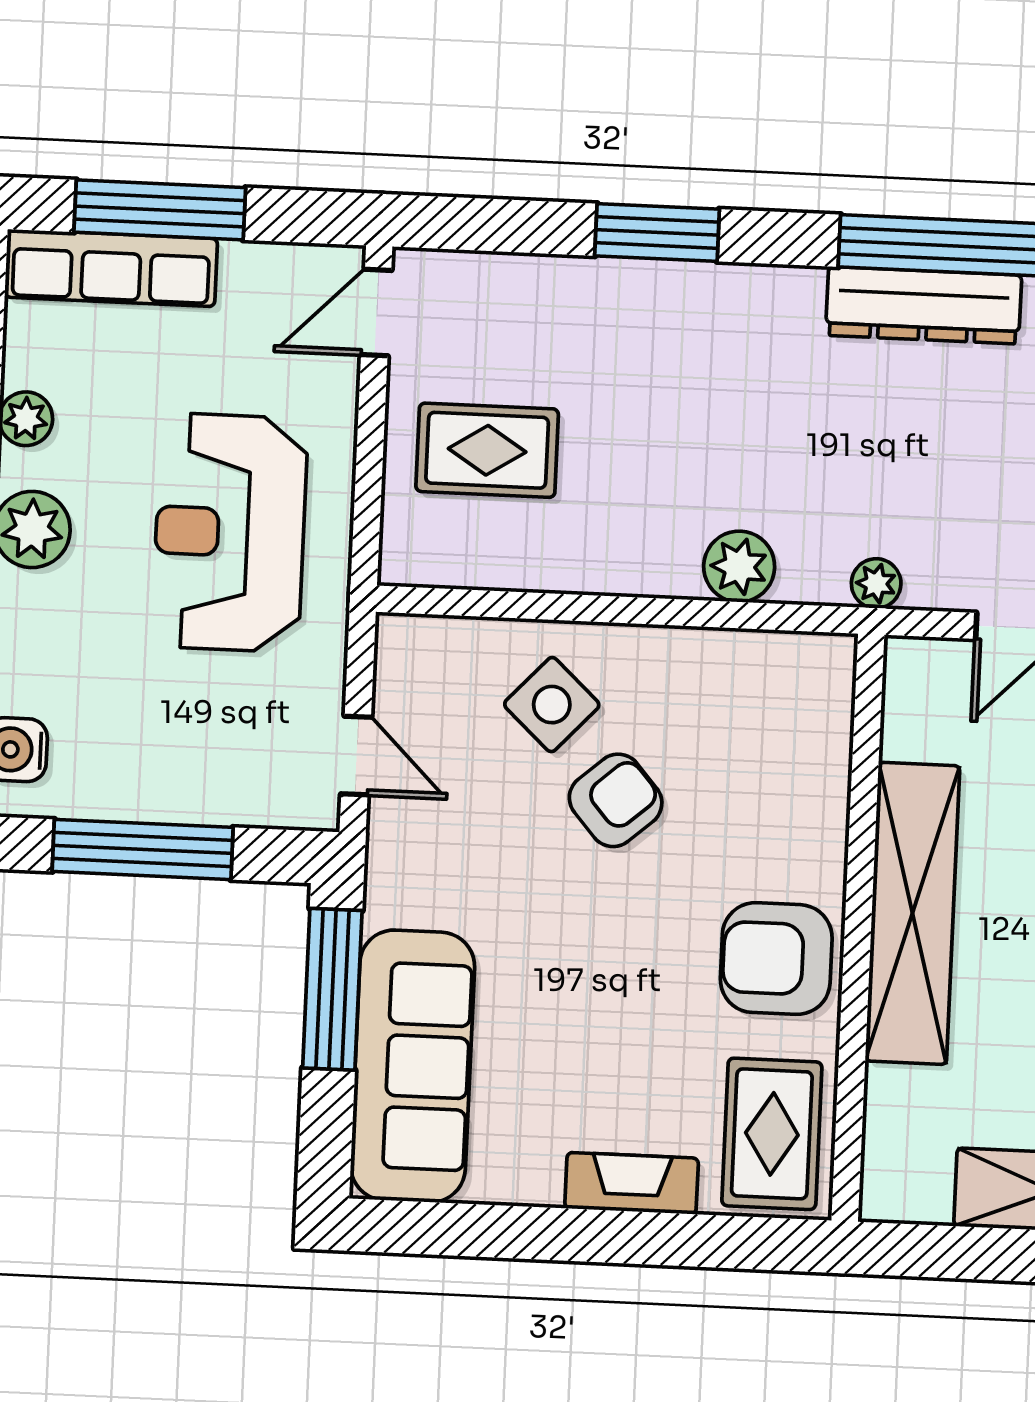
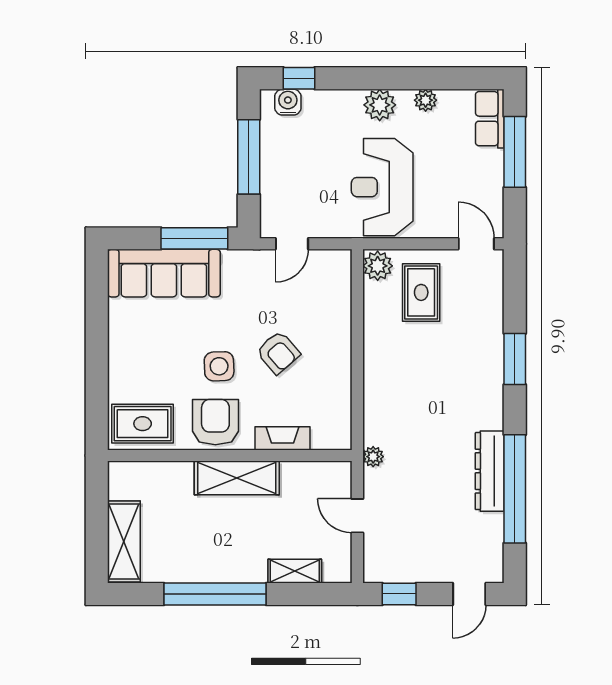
row of seats: (111, 268) -> (490, 119), width x0.68
reception desk: (230, 533) -> (382, 187), turned -90
plant: (739, 567) -> (378, 266), moved
side table: (552, 705) -> (219, 366), moved, turned 45
shelving: (912, 913) -> (237, 478), width x0.68
fireplace: (632, 1183) -> (282, 438), moved, turned -90

